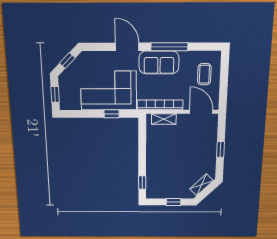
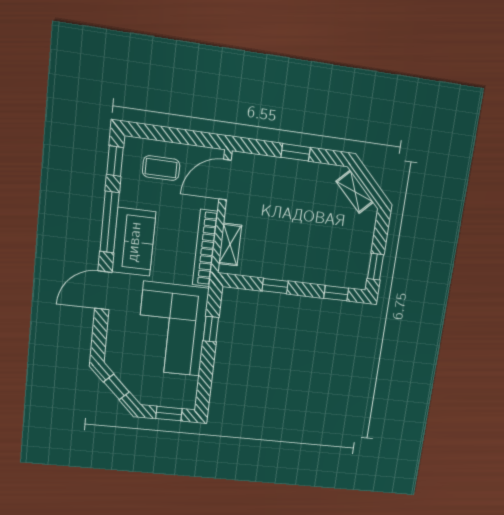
window: (206, 47) -> (115, 161), added
window: (142, 148) -> (275, 286), added
window: (174, 202) -> (375, 267), moved

